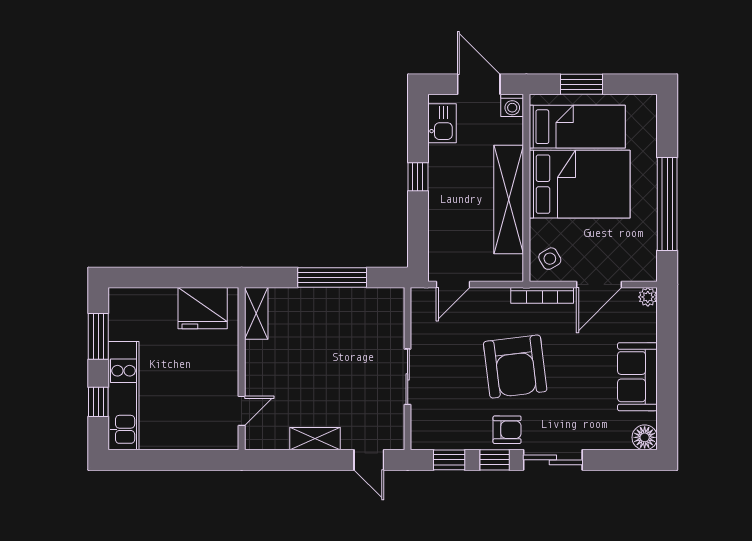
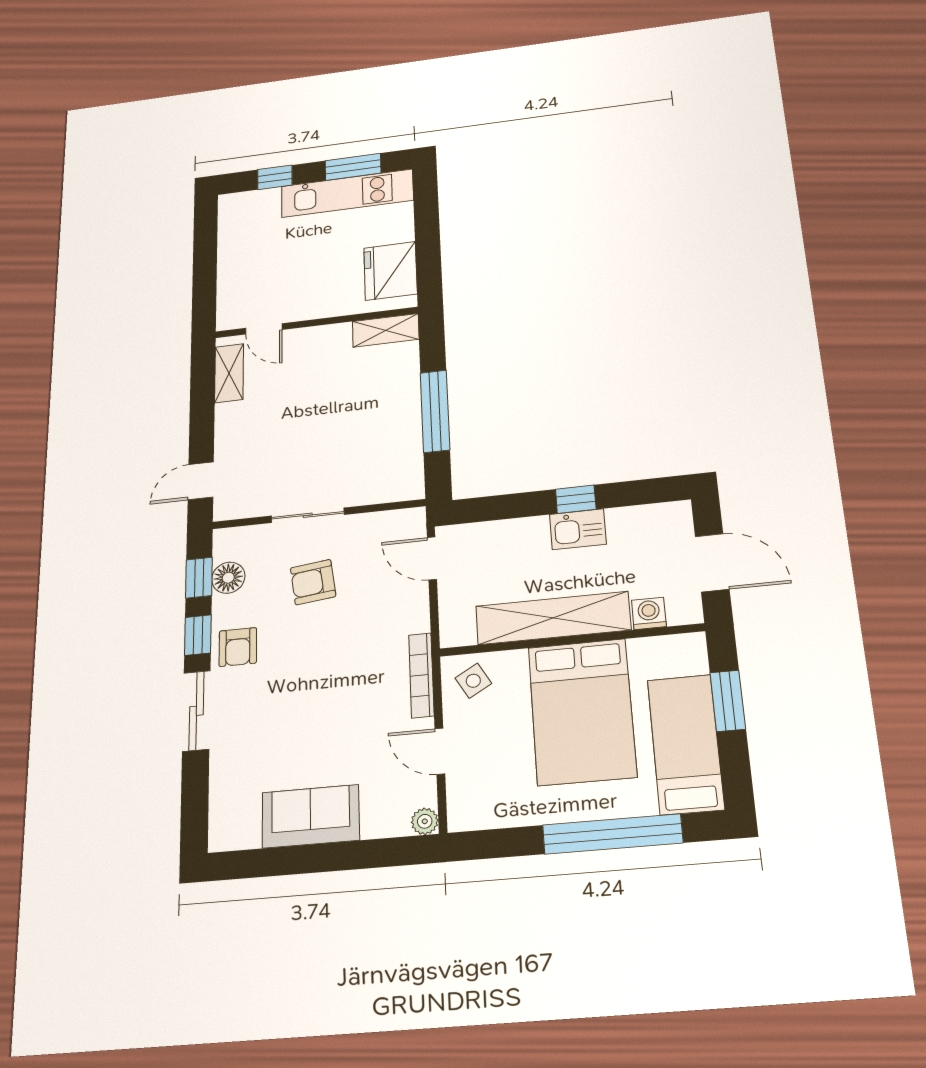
door: (479, 84) -> (712, 563), hinge flipped
washing machine: (512, 105) -> (649, 613), moved, turned 90
kitchen sink: (442, 123) -> (578, 529), moved
bed: (577, 127) -> (685, 744), moved, turned 180
window: (667, 204) -> (612, 834), moved
door: (599, 284) -> (440, 751), width x0.73
armchair: (515, 367) -> (313, 582), moved, width x0.53, depth x0.53
kitchen unit: (124, 396) -> (347, 193), moved
floor lamp: (645, 437) -> (228, 578), moved
shelving: (315, 439) -> (229, 373), moved

